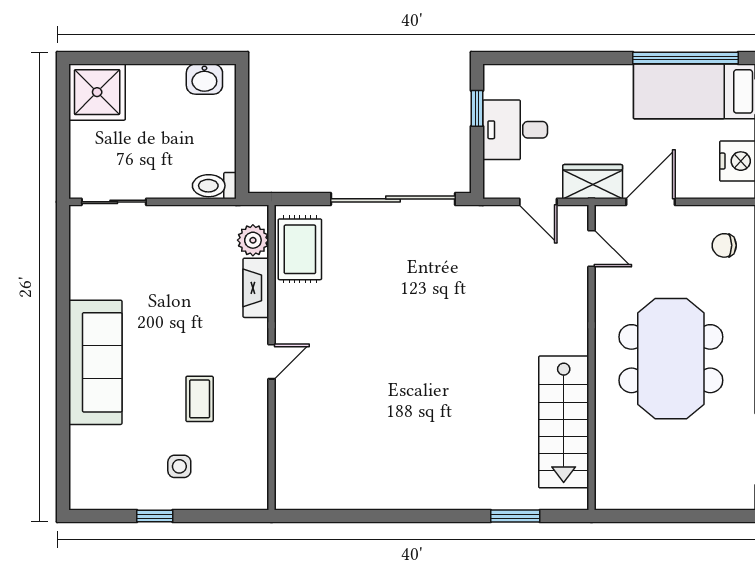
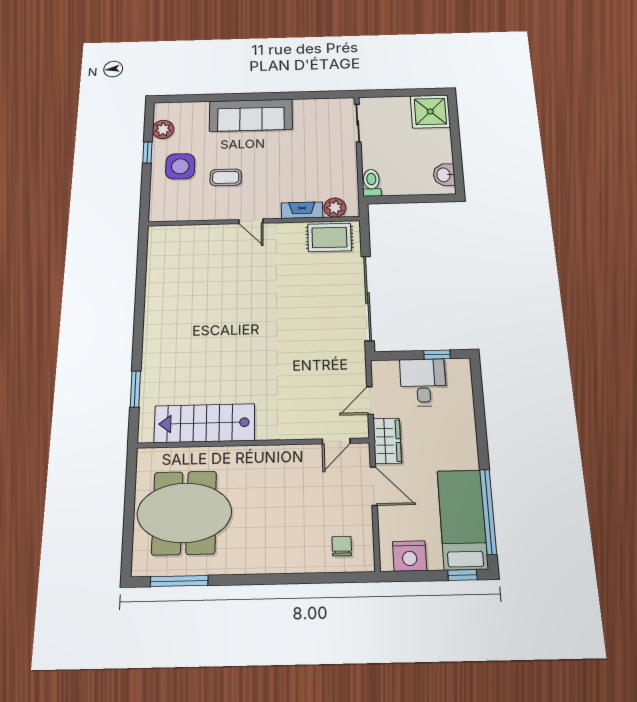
meeting table: (671, 359) -> (184, 513), moved
side table: (179, 466) -> (180, 166), width x1.87, depth x1.87
plant: (116, 494) -> (163, 129), added

